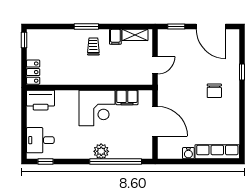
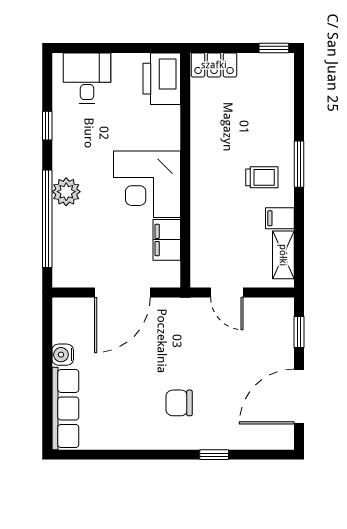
window: (46, 161) -> (47, 126), moved

